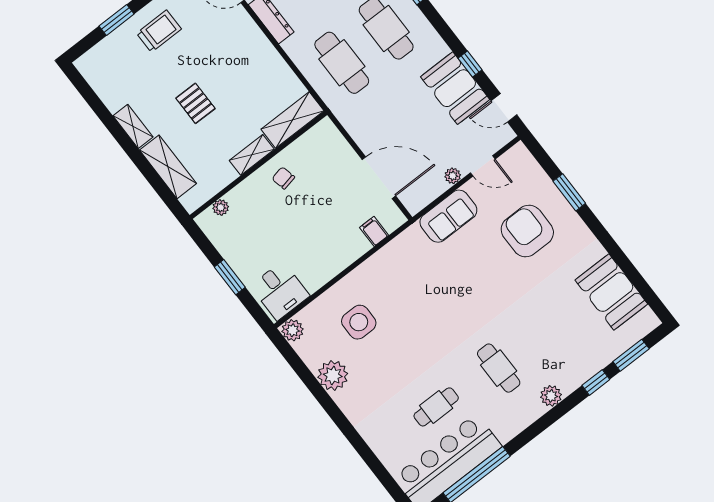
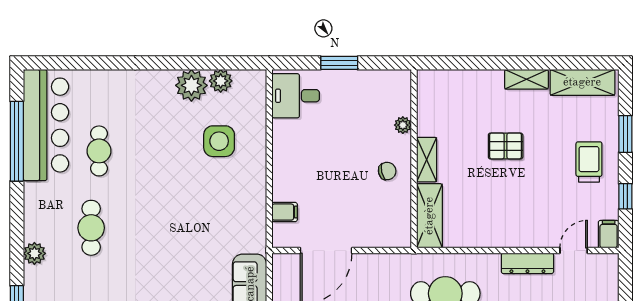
trolley: (159, 31) -> (589, 162), turned 180
shelving: (168, 167) -> (582, 82), moved
plant: (221, 207) -> (403, 125), moved
plant: (293, 330) -> (221, 81), moved
cafe table: (499, 368) -> (91, 228), turned 90

